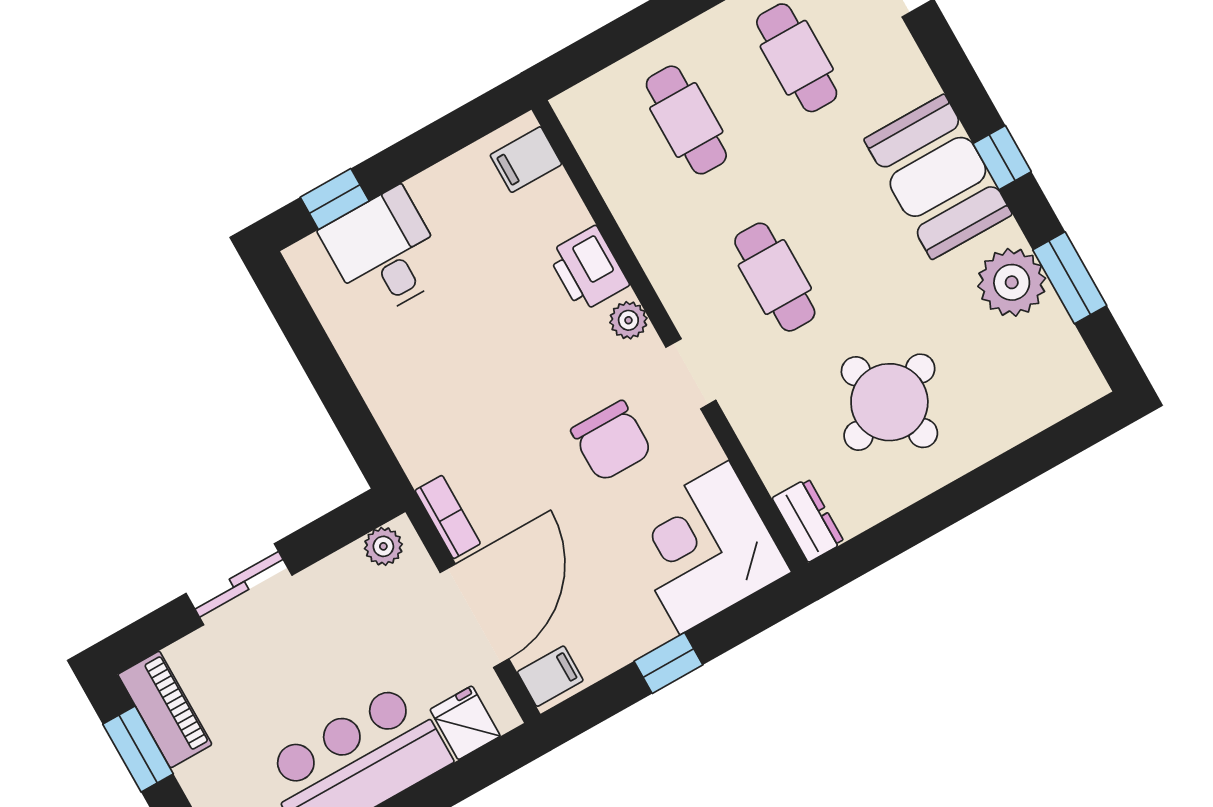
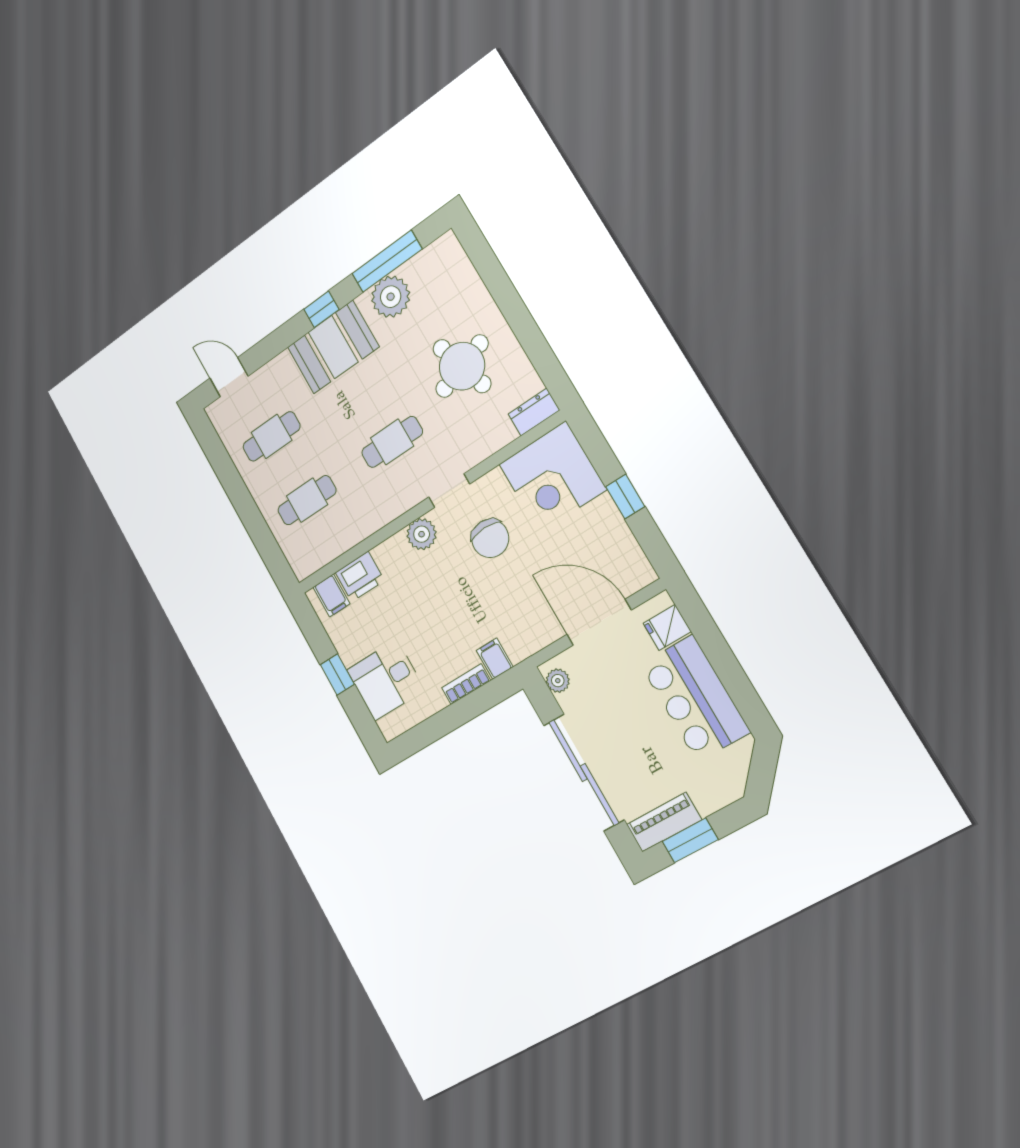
window: (335, 199) -> (337, 674), moved
printer: (588, 269) -> (360, 577), moved
window: (1070, 278) -> (387, 261), width x1.44
plant: (628, 320) -> (422, 534), width x1.38, depth x1.38
chair: (611, 441) -> (490, 538), turned 90
bookcase: (448, 517) -> (466, 684), moved
sliding door: (239, 584) -> (584, 772), width x1.86
filing cabinet: (550, 676) -> (495, 659), moved

